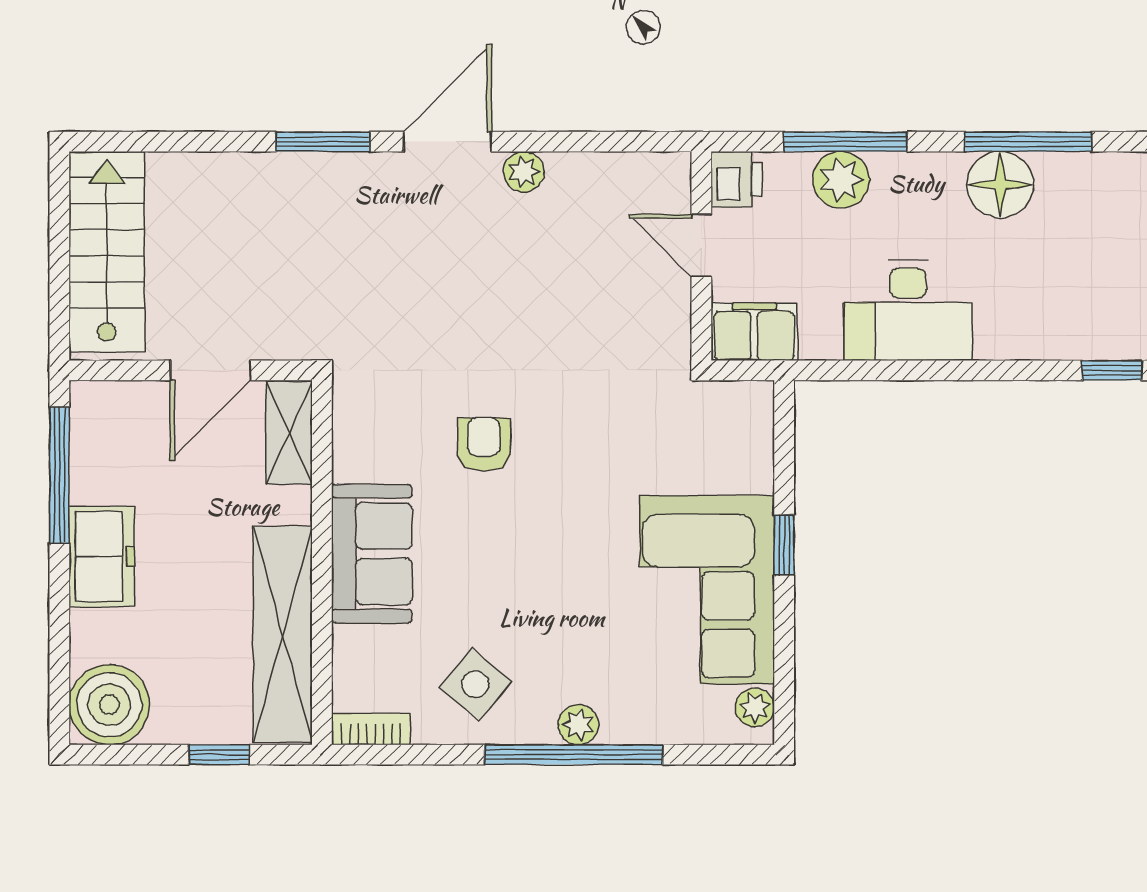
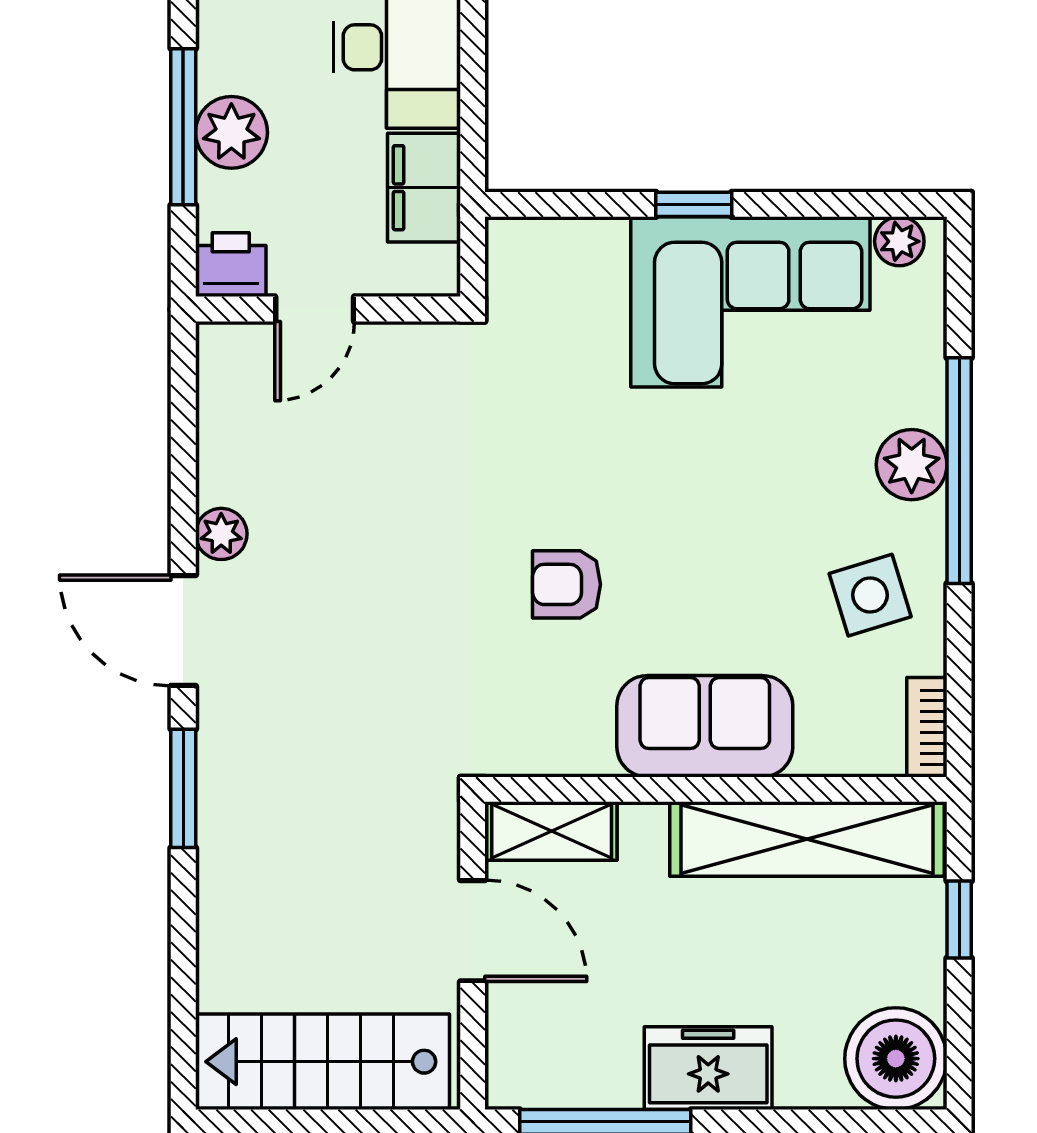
filing cabinet: (754, 332) -> (424, 188), moved
side table: (475, 684) -> (870, 595), turned 33
plant: (578, 725) -> (912, 465), width x1.38, depth x1.38

